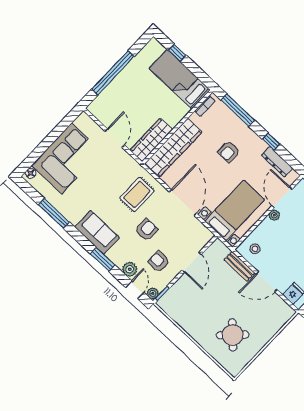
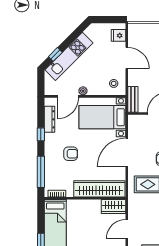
wardrobe: (151, 140) -> (113, 207), width x0.67
bench: (239, 266) -> (133, 99), moved

